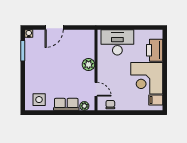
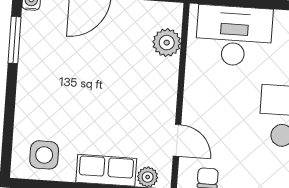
plant: (89, 64) -> (167, 43), moved

